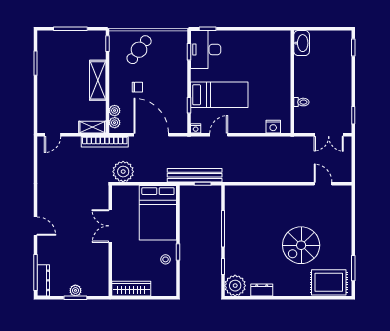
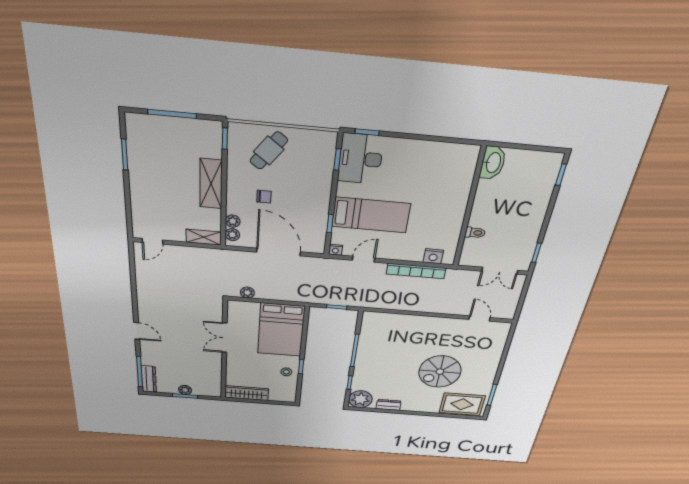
bookcase: (105, 142) -> (416, 271), moved
plant: (123, 172) -> (247, 293), width x0.53, depth x0.53
bench: (195, 175) -> (328, 298), removed

